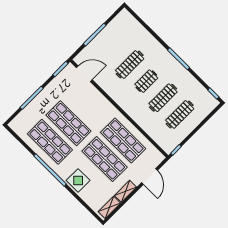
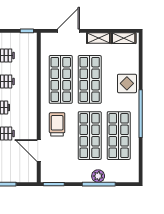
door: (84, 74) -> (39, 151), moved
plant: (37, 103) -> (98, 176), added
trolley: (97, 109) -> (57, 124), added

